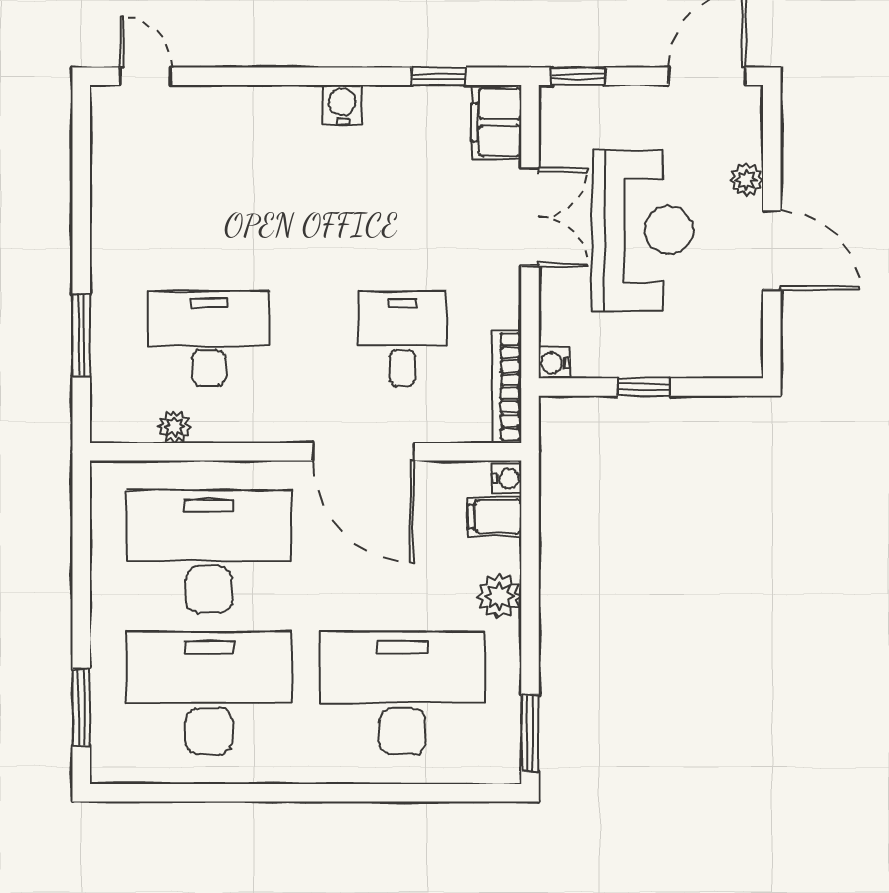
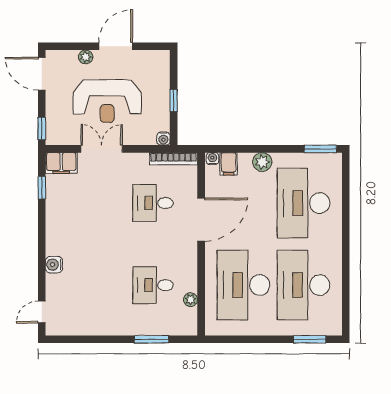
water cooler: (342, 105) -> (54, 265), moved
reception desk: (643, 230) -> (107, 101), turned 180
desk: (209, 338) -> (153, 285), width x0.73

